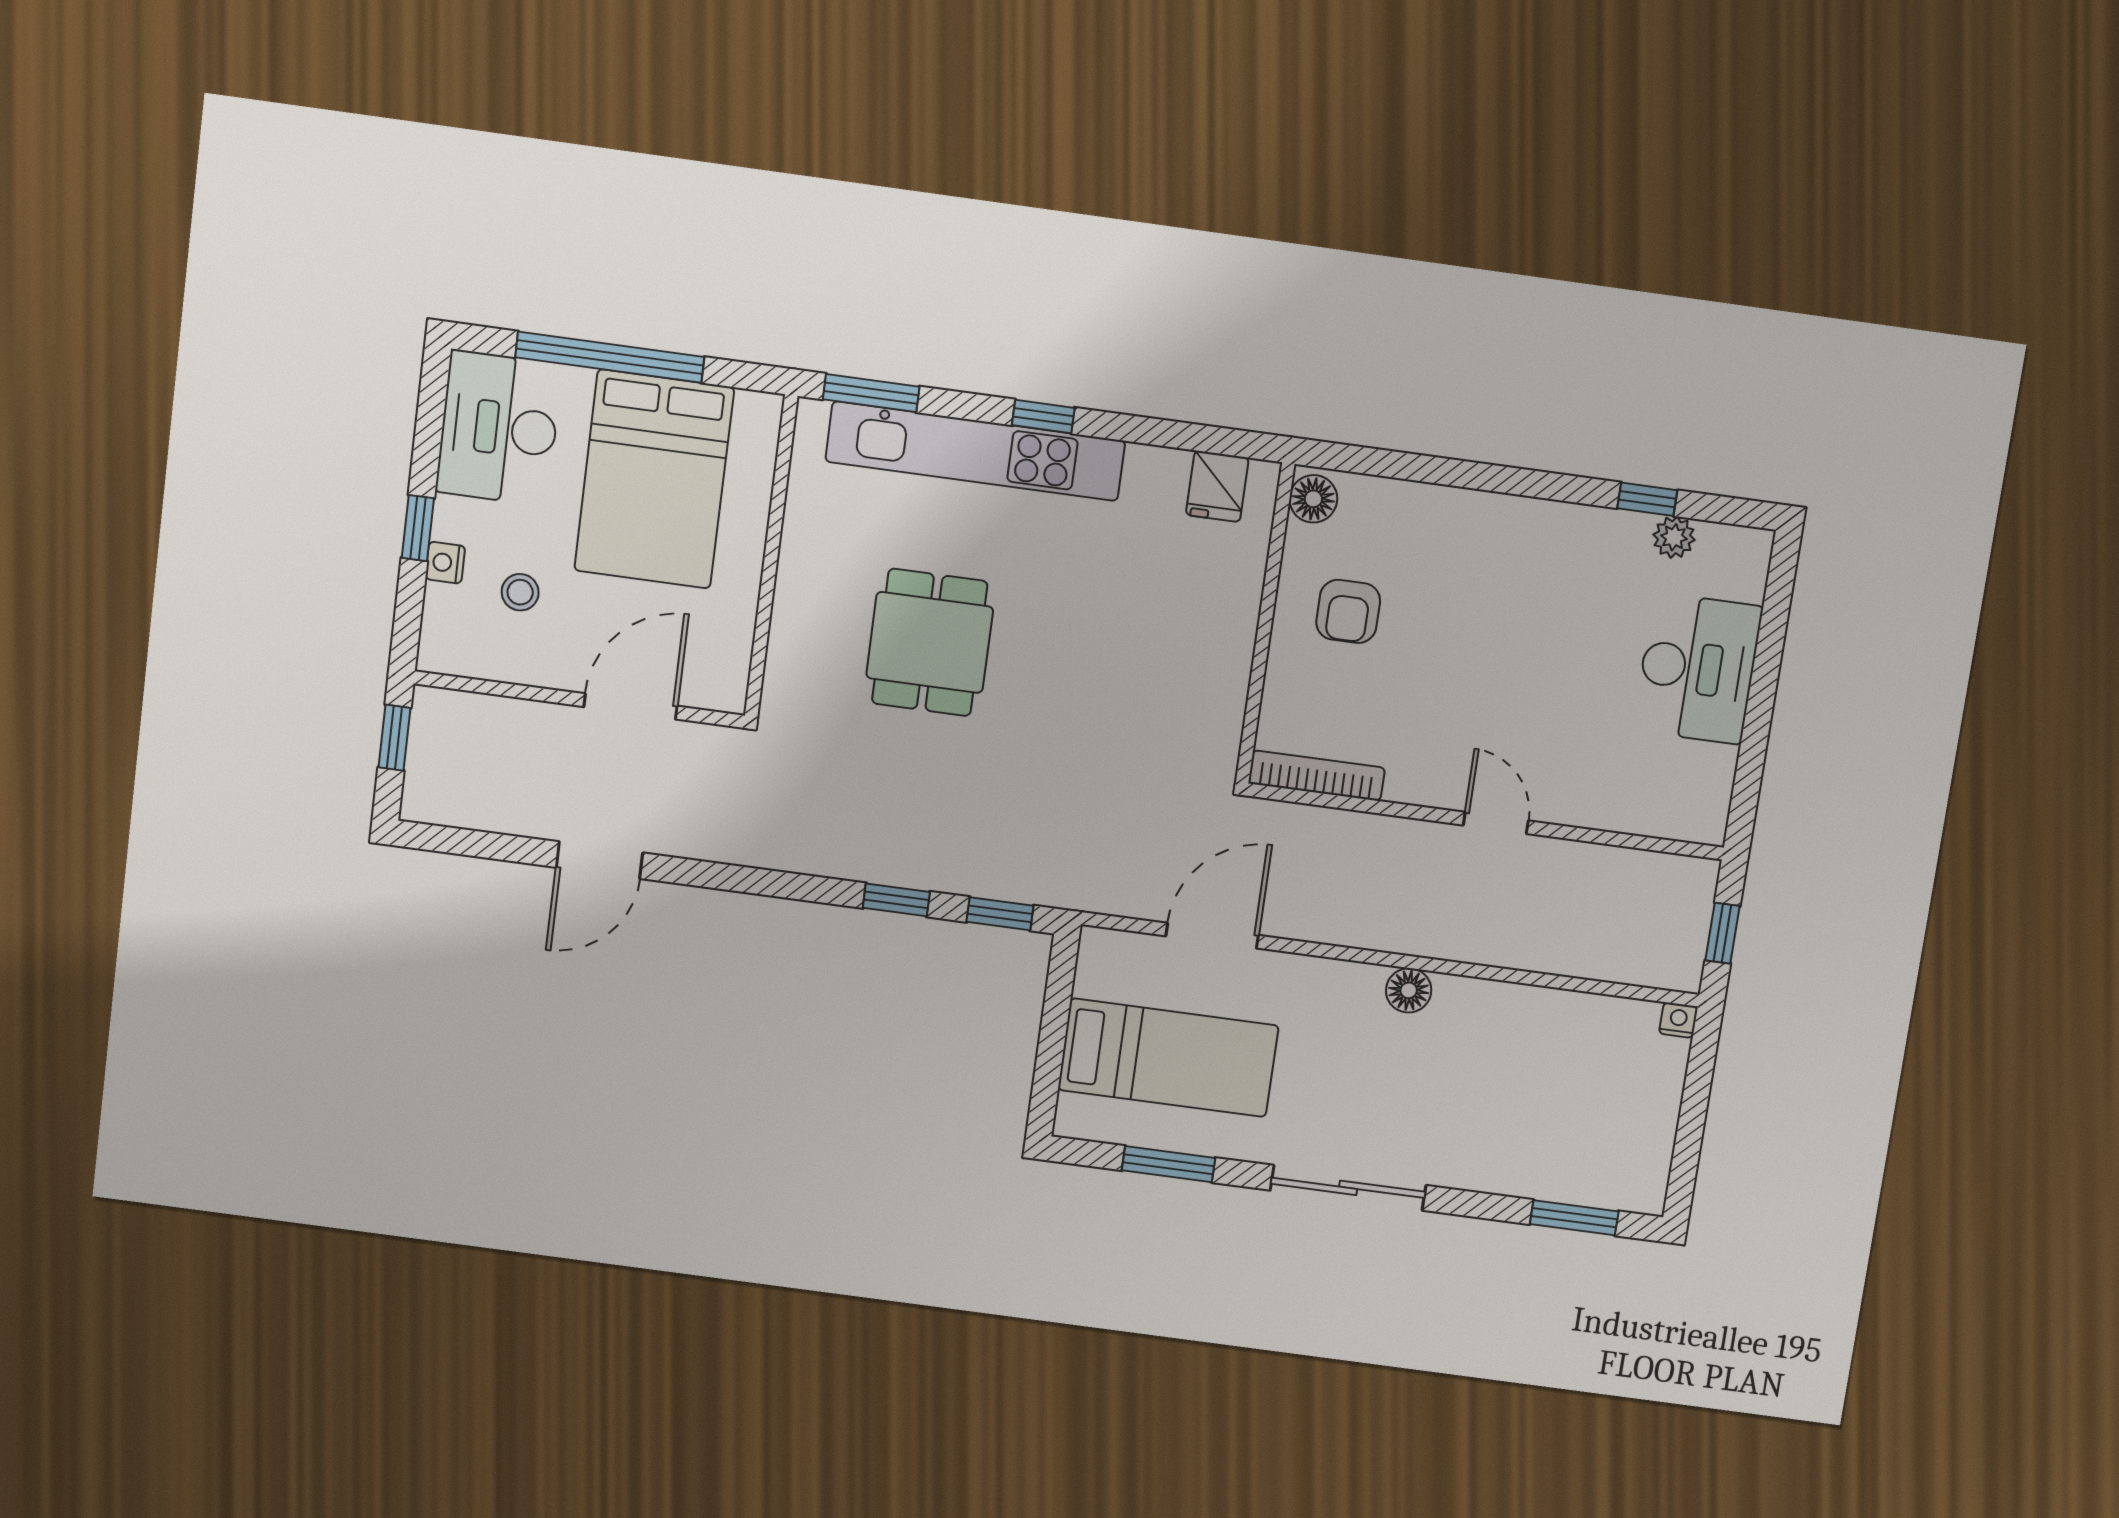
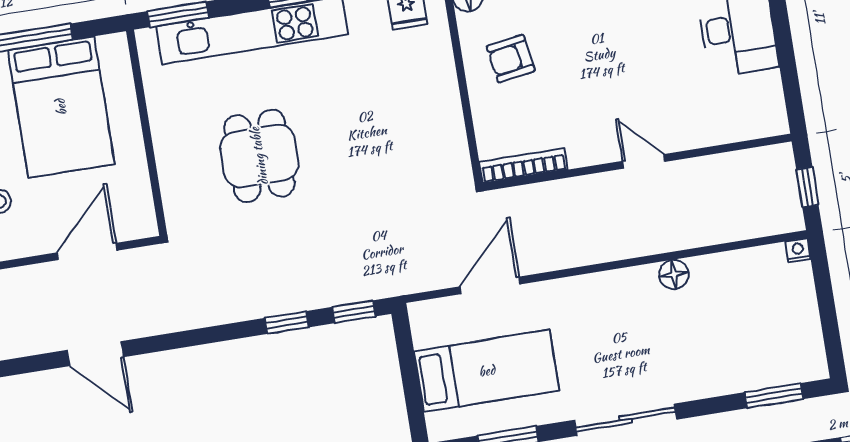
armchair: (1348, 611) -> (511, 58), turned 81
door: (599, 860) -> (95, 354), hinge flipped
floor lamp: (1409, 990) -> (674, 274), moved

